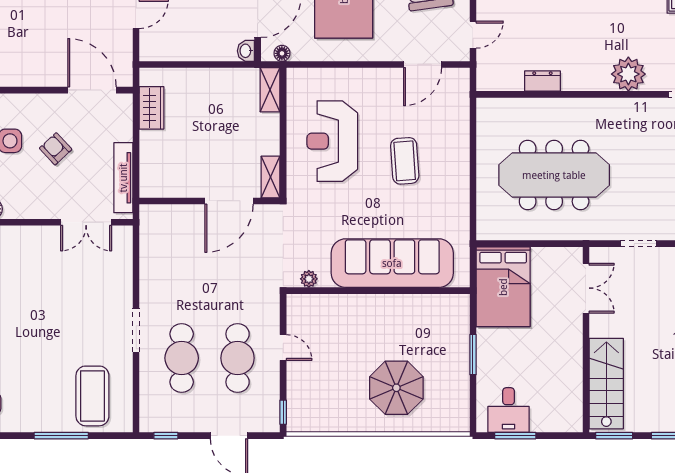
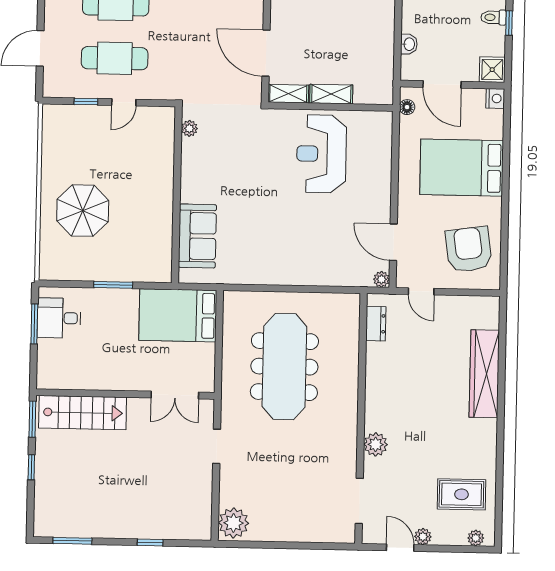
washbasin: (246, 51) -> (409, 44), moved, turned 90
plant: (628, 74) -> (376, 444), width x0.73, depth x0.73
plant: (461, 76) -> (381, 279), added
dresser: (542, 81) -> (376, 324), moved
shelving: (270, 90) -> (331, 94), moved
reception desk: (332, 141) -> (321, 154), turned -90
coffee table: (405, 161) -> (301, 223), removed
sofa: (392, 263) -> (197, 236), width x0.54, depth x0.79
window: (283, 412) -> (86, 102), moved

